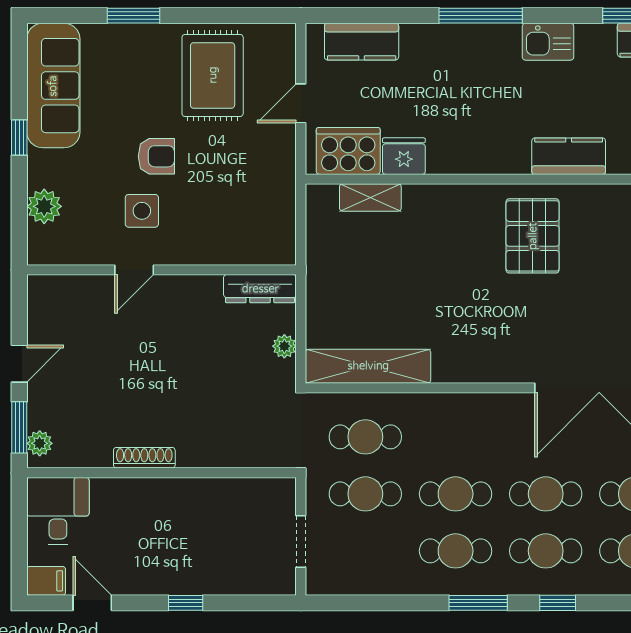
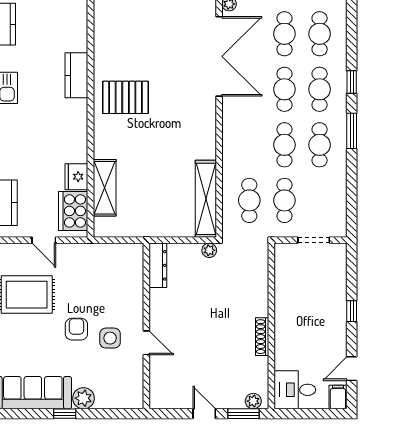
shelving: (370, 197) -> (105, 188), width x1.50, depth x1.33
plant: (44, 206) -> (84, 398), moved
plant: (284, 346) -> (209, 250), moved

